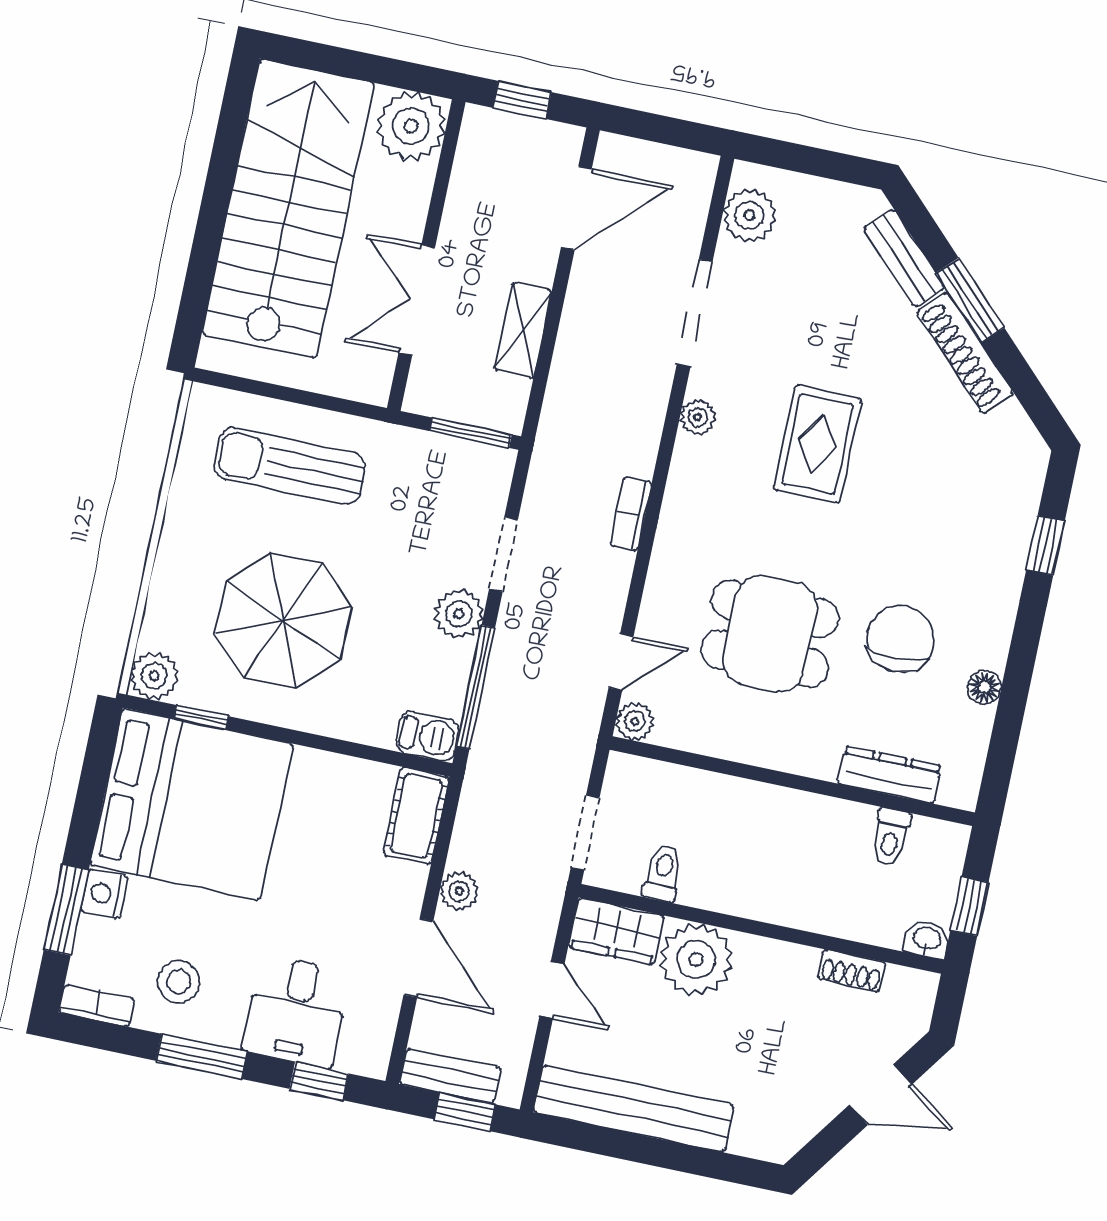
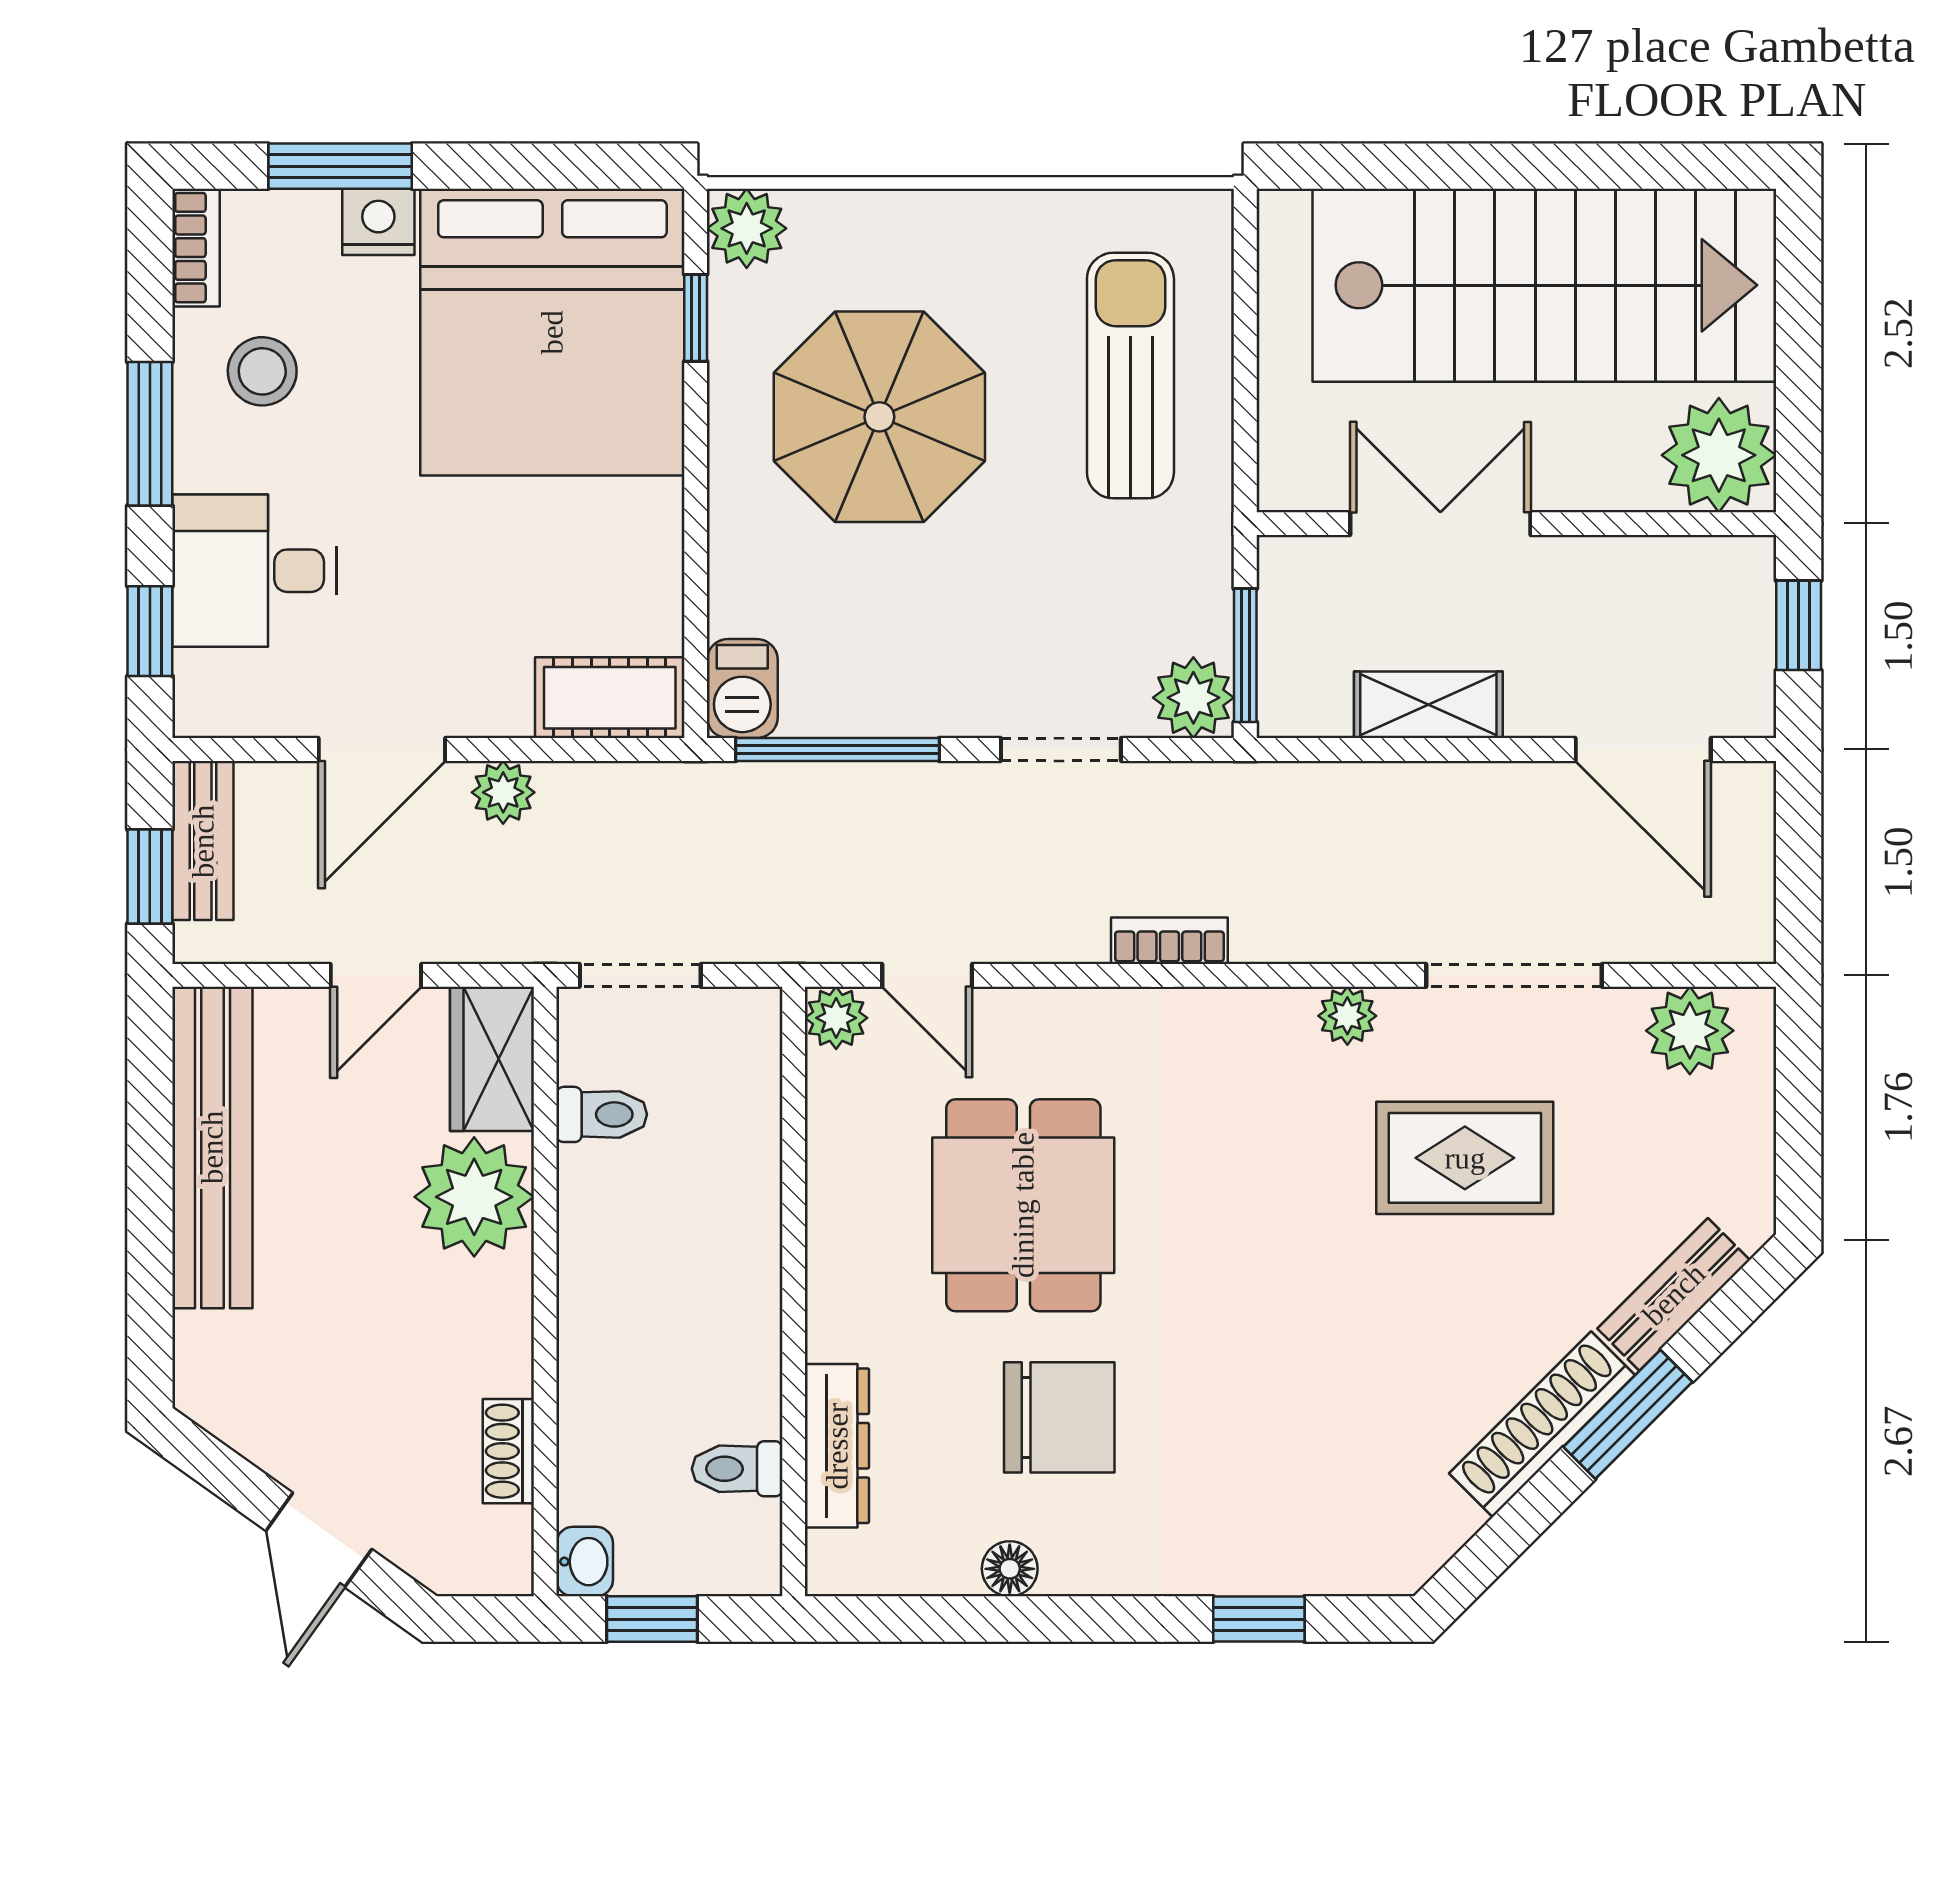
rug: (818, 444) -> (1465, 1158), moved
plant: (459, 614) -> (1193, 698), moved

